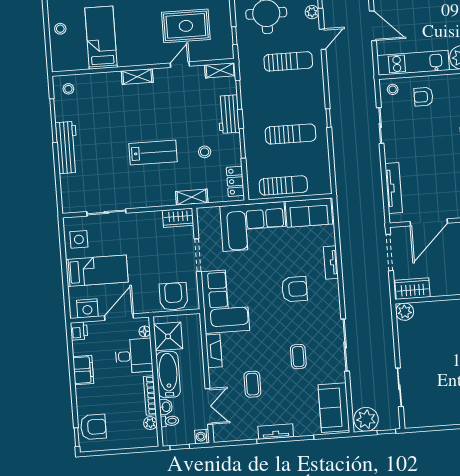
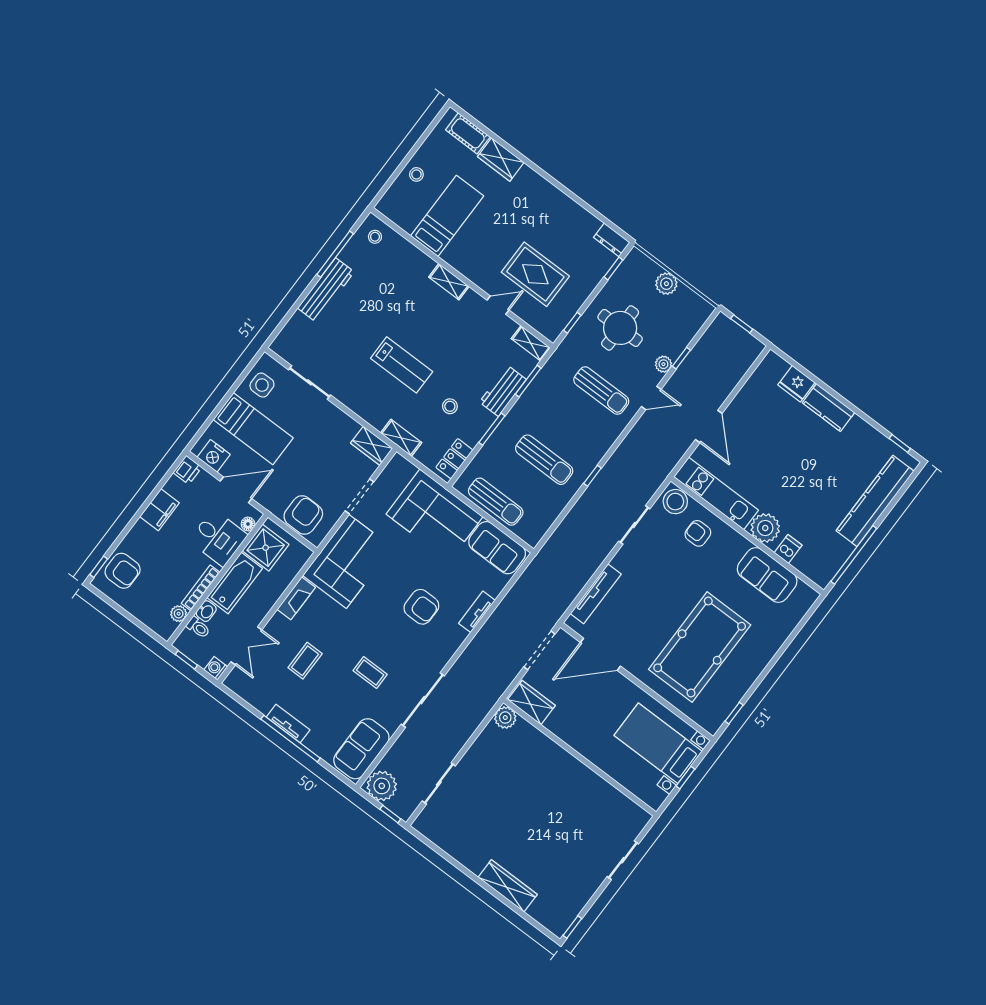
stool: (393, 89) -> (675, 502), width x1.89, depth x1.89
coffee table: (298, 357) -> (370, 672), turned 90

